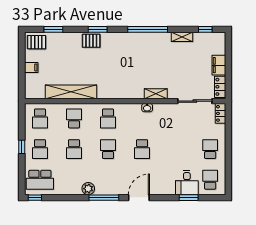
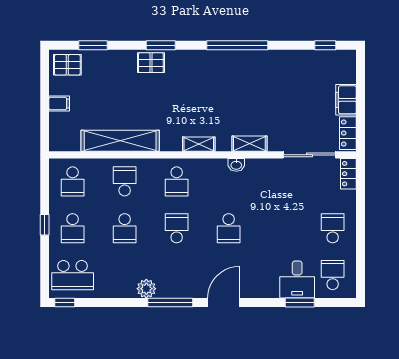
shelving: (182, 37) -> (199, 144), moved

